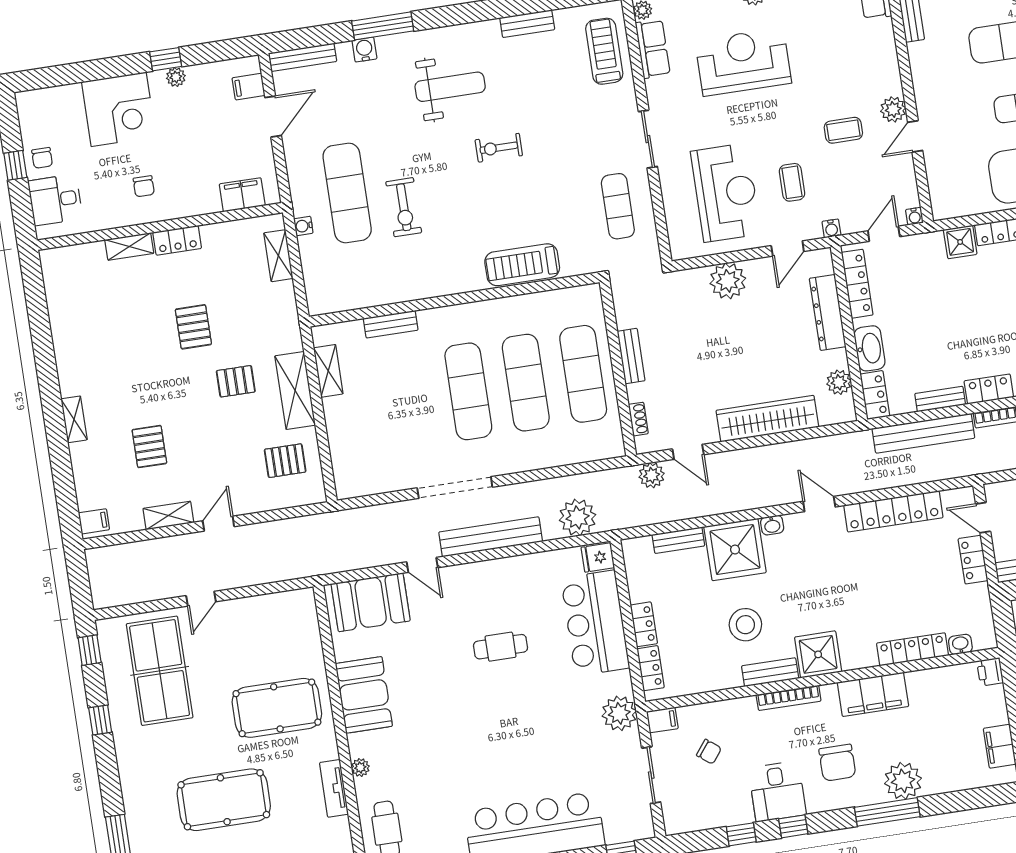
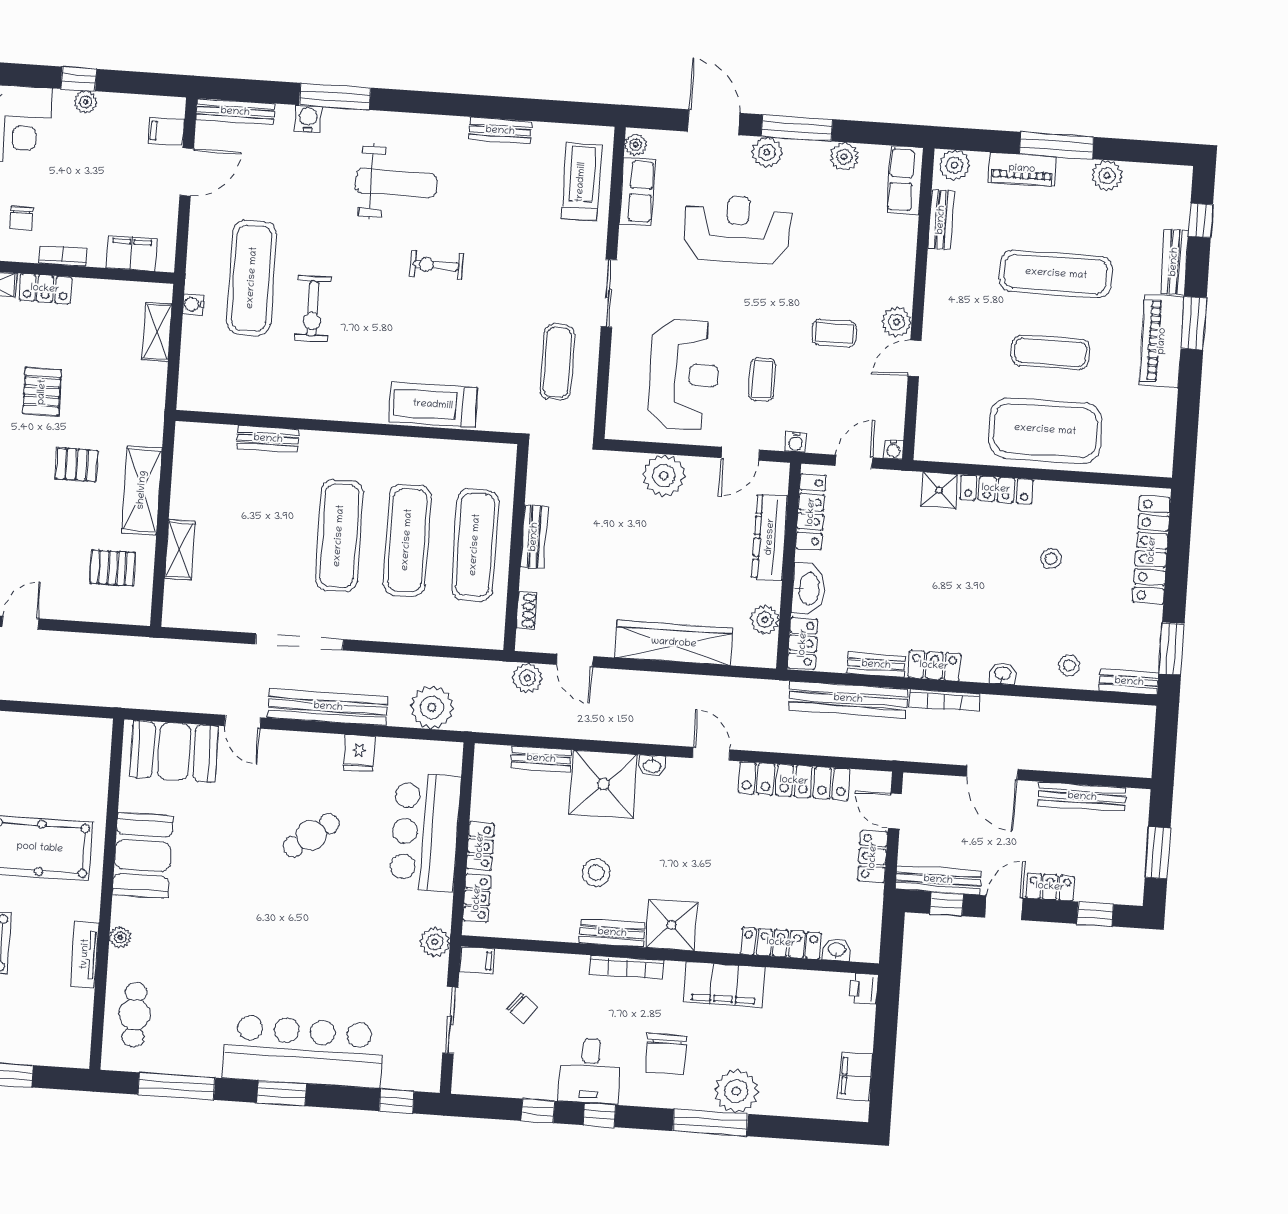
bookcase: (185, 210) -> (63, 256), added
shelving: (328, 371) -> (180, 550), moved
fridge: (598, 558) -> (359, 753), moved, turned -90
stool: (745, 625) -> (596, 873), width x0.73, depth x0.73
cafe table: (501, 647) -> (311, 835), turned -37
plant: (619, 713) -> (435, 942), width x0.73, depth x0.73

